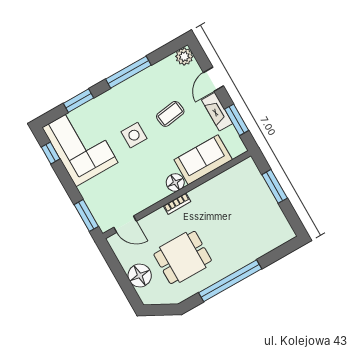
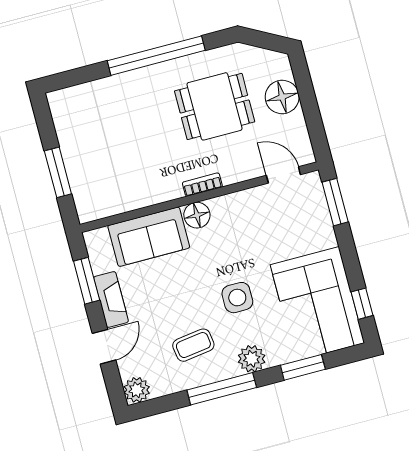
plant: (114, 97) -> (252, 359), added
coffee table: (170, 114) -> (193, 345), moved

